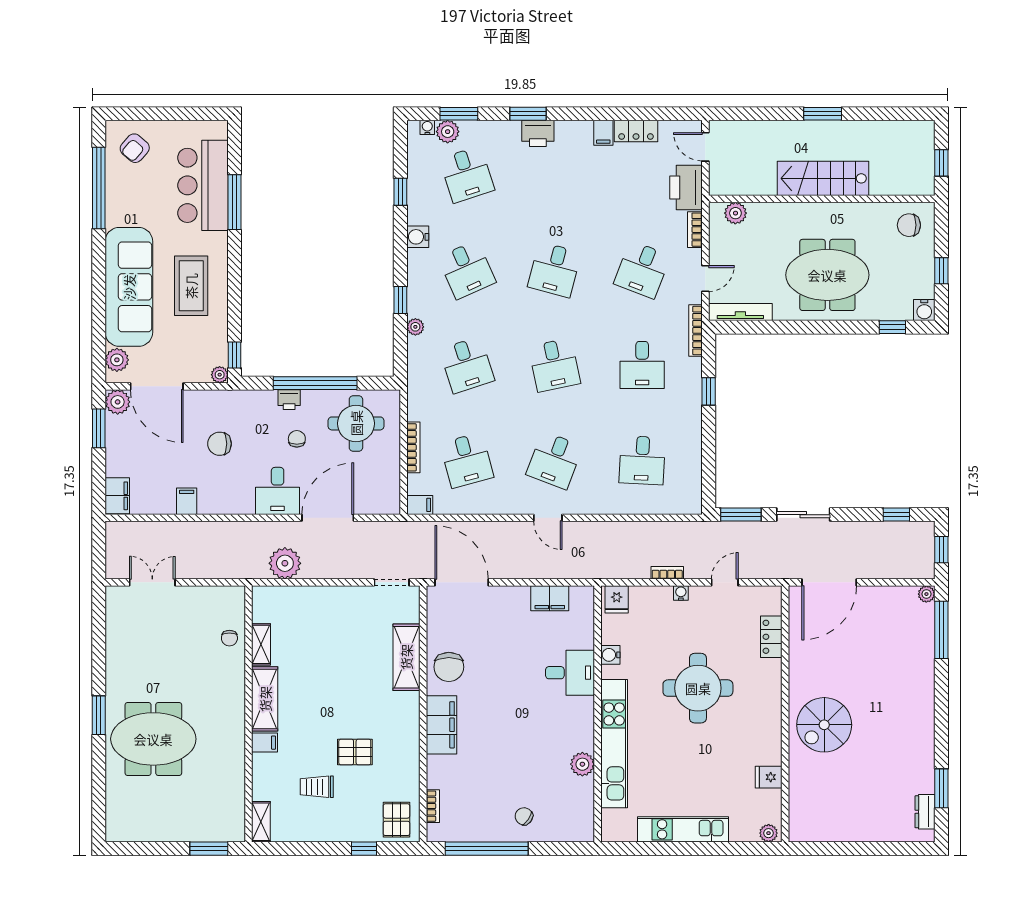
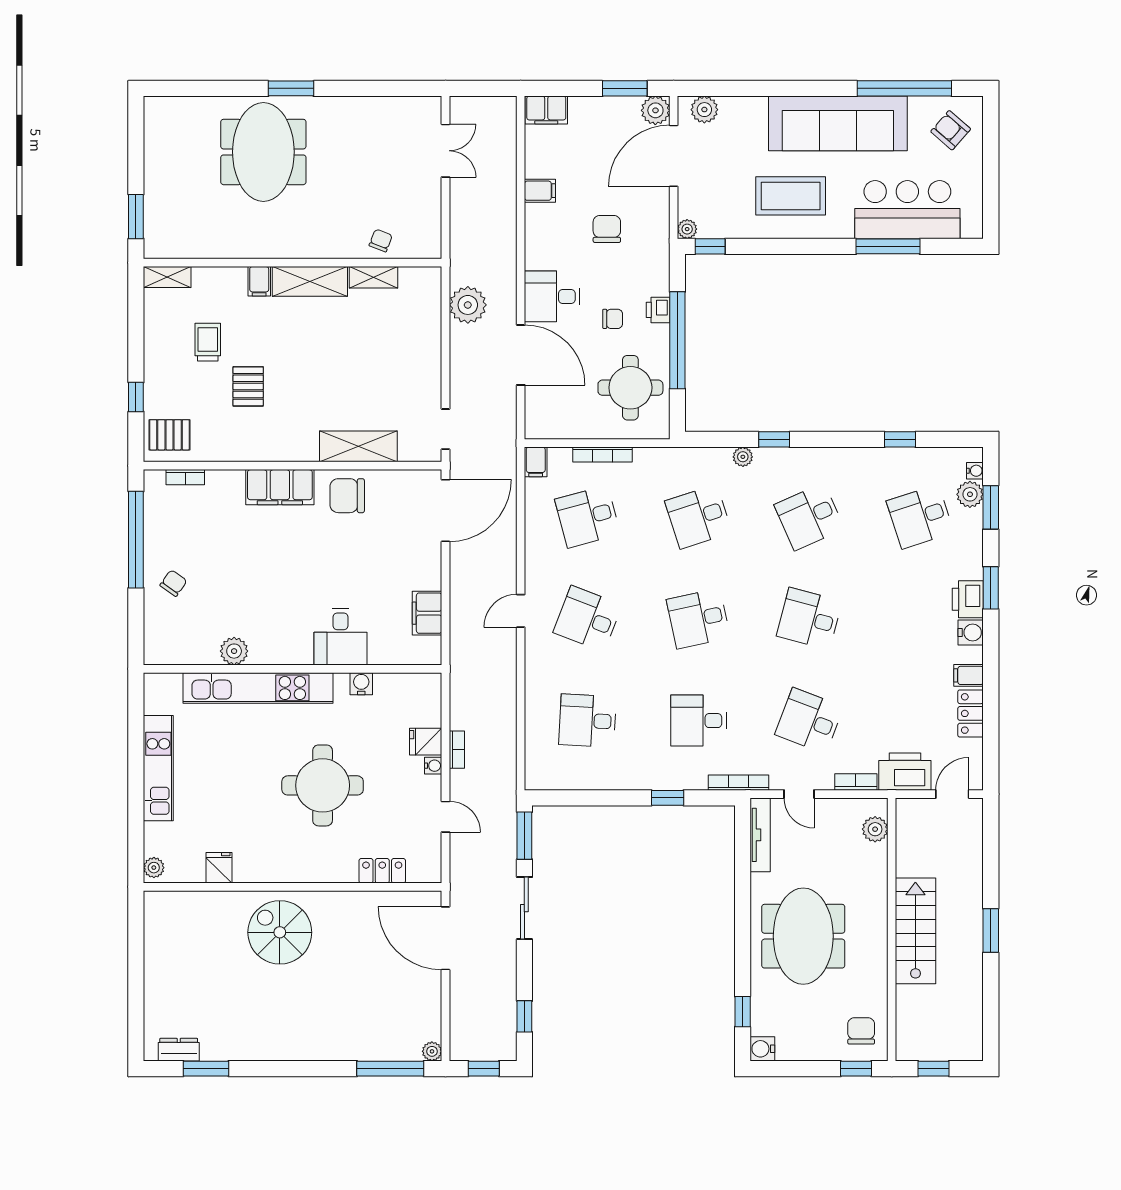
water cooler: (418, 237) -> (971, 633), moved, turned 90
window: (941, 271) -> (856, 1069), moved
sofa: (129, 287) -> (838, 123), moved
fridge: (617, 599) -> (426, 742), moved
chair: (229, 638) -> (381, 240), turned 111

